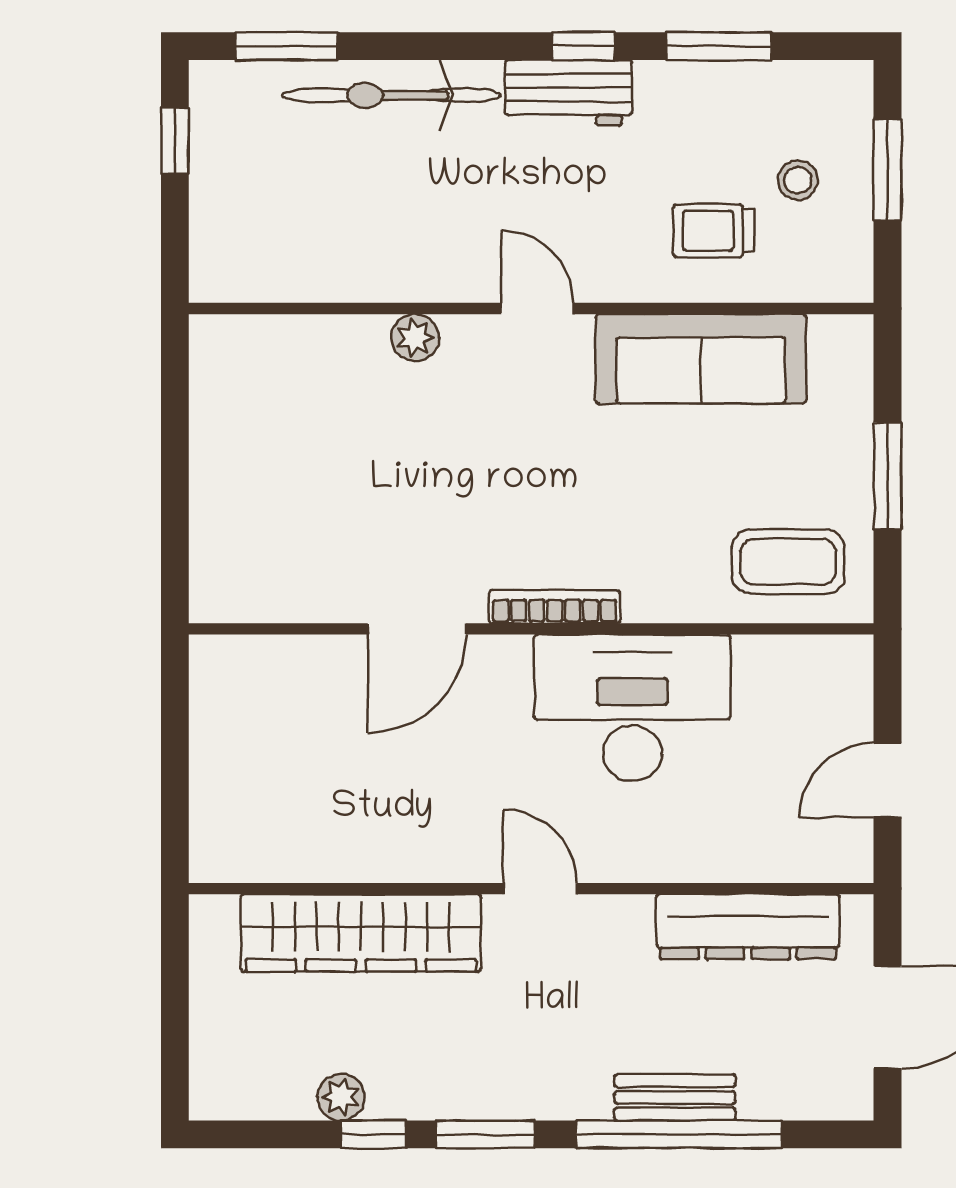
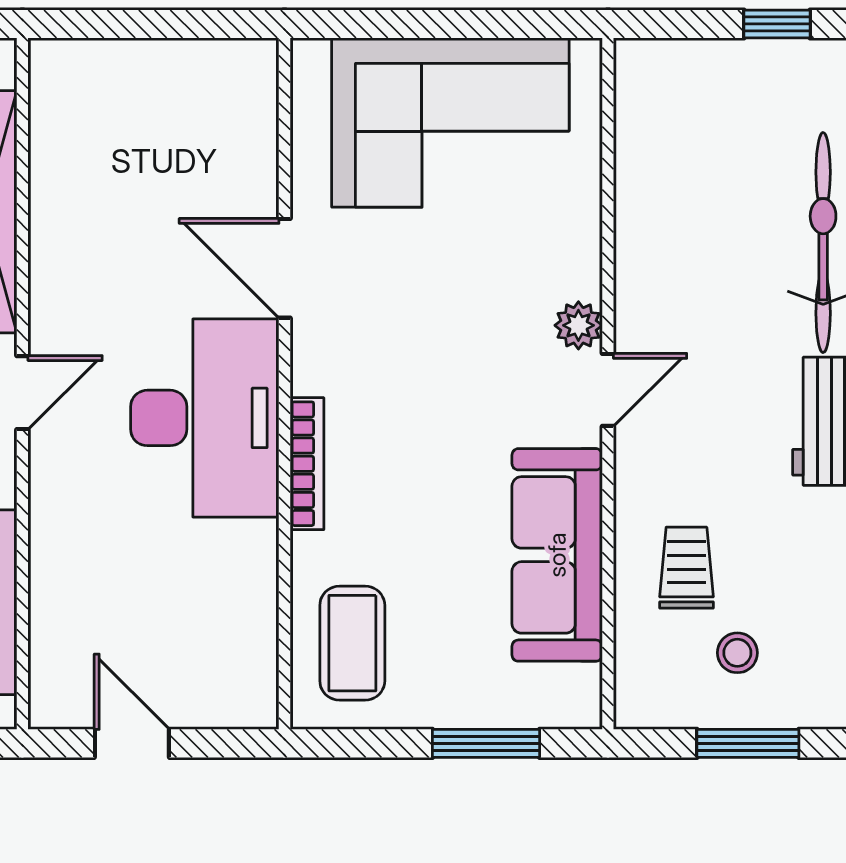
plant: (415, 338) -> (578, 325), moved
corner sofa: (273, 465) -> (450, 123), added
window: (888, 476) -> (486, 743), moved
bookcase: (555, 607) -> (307, 464), moved
desk: (632, 708) -> (205, 418), moved

